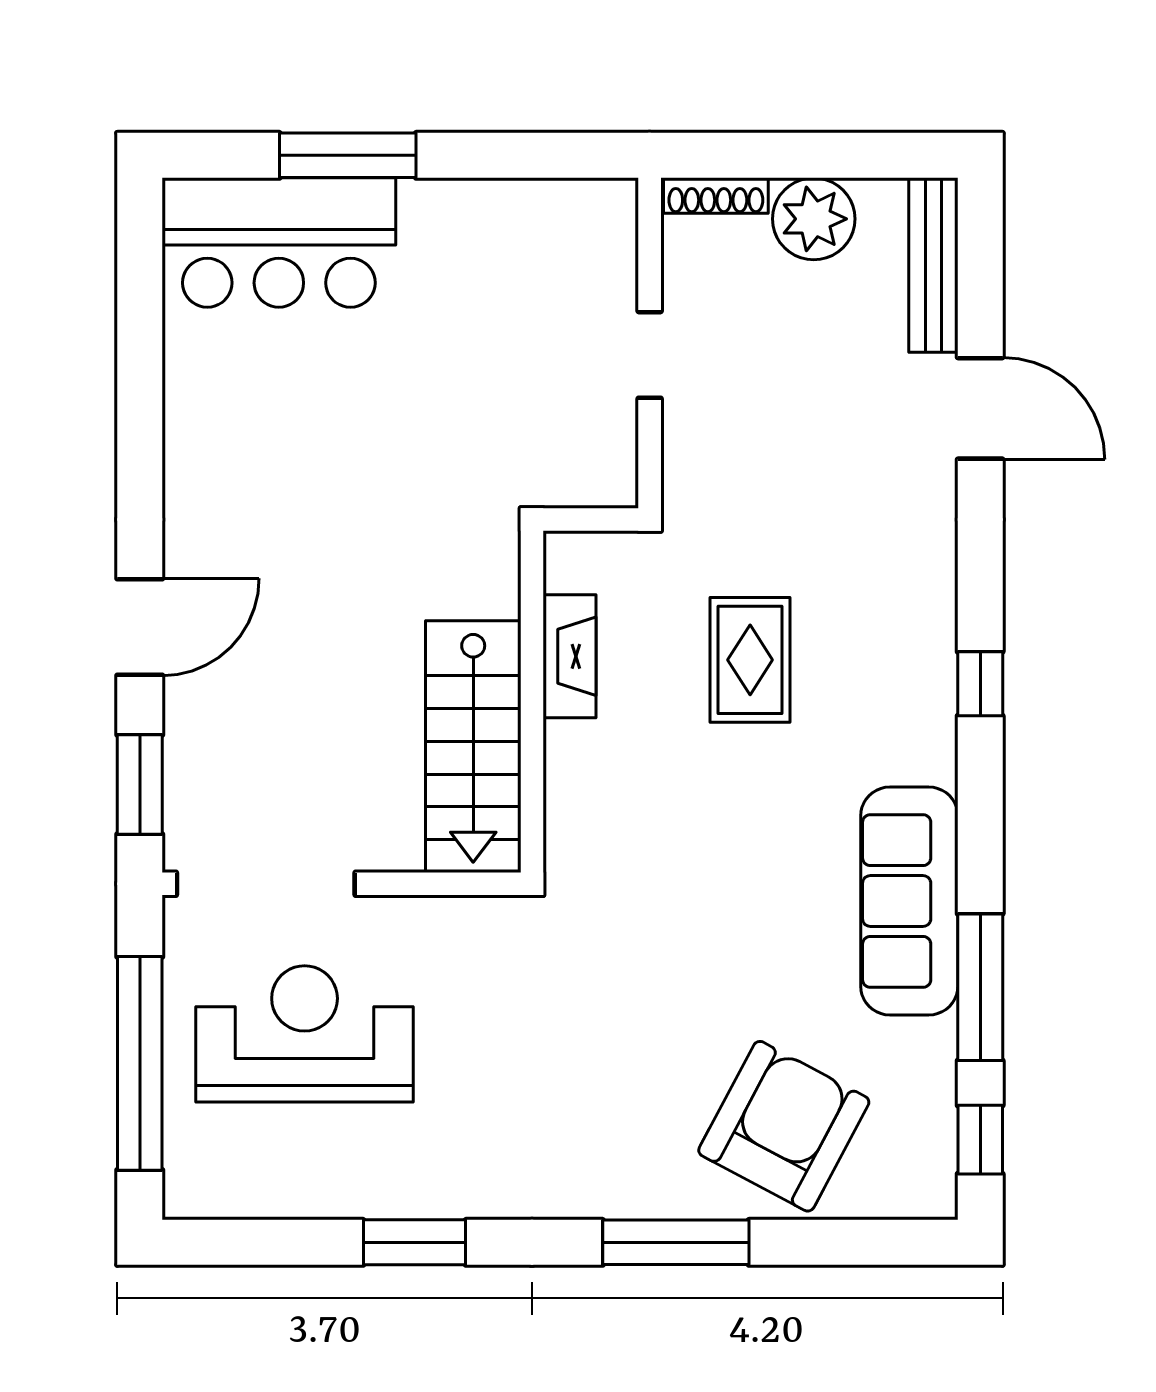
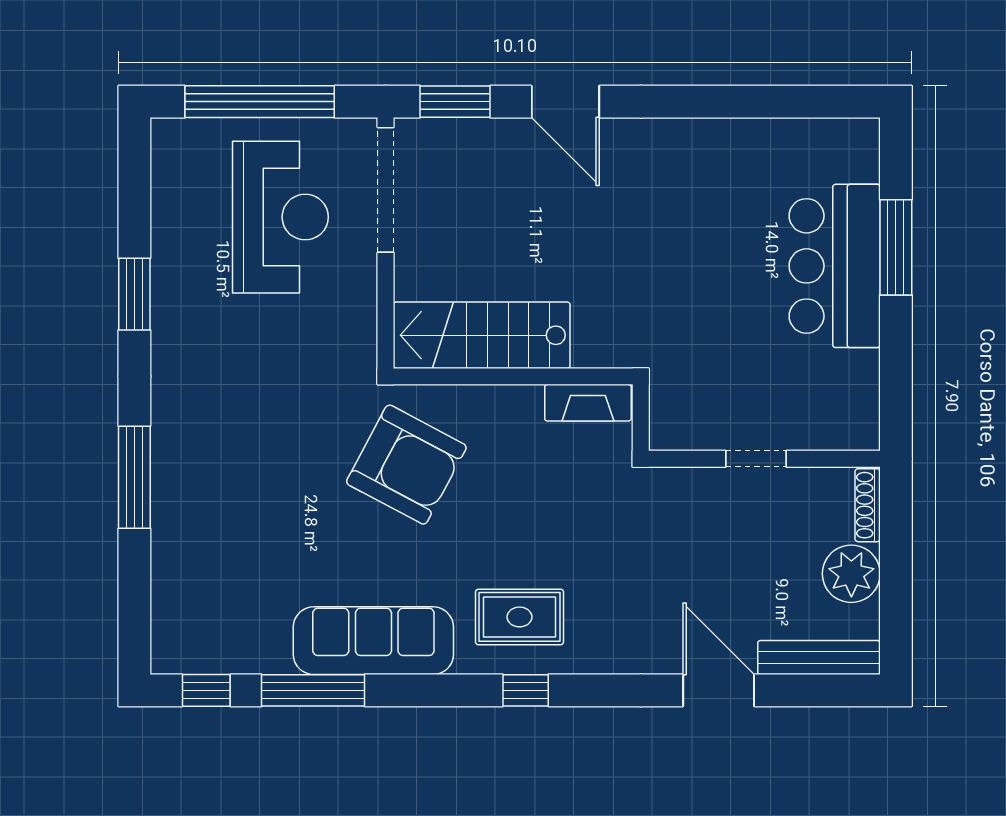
bar counter: (279, 243) -> (835, 266), moved
door: (980, 408) -> (719, 690), swing flipped
fireplace: (569, 656) -> (588, 403), moved
rug: (750, 660) -> (520, 617), moved
armchair: (784, 1126) -> (406, 465), moved

